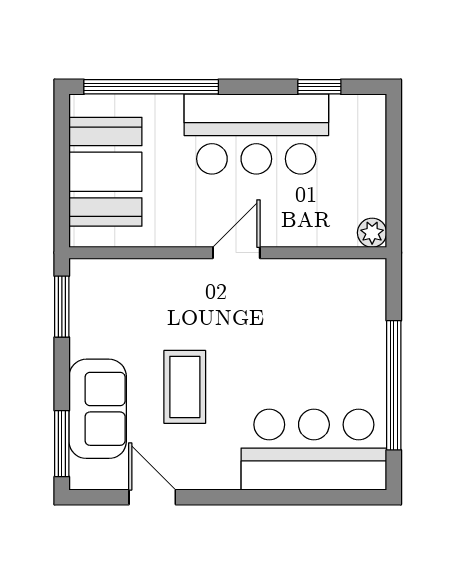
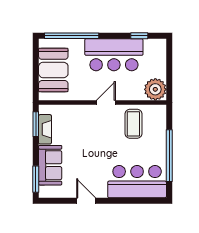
plant: (372, 233) -> (155, 89), width x1.88, depth x1.88
fireplace: (85, 319) -> (45, 129), added
coffee table: (185, 387) -> (133, 124), moved
door: (152, 497) -> (86, 201), moved

